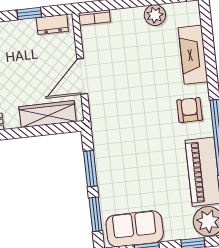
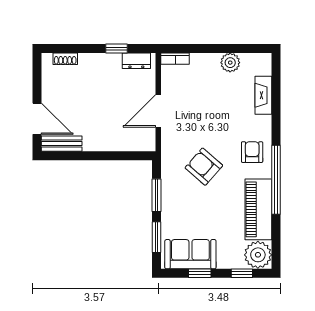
fireplace: (193, 55) -> (263, 95), width x0.73, depth x0.76
wardrobe: (48, 114) -> (123, 142), removed
armchair: (139, 132) -> (204, 167), added

